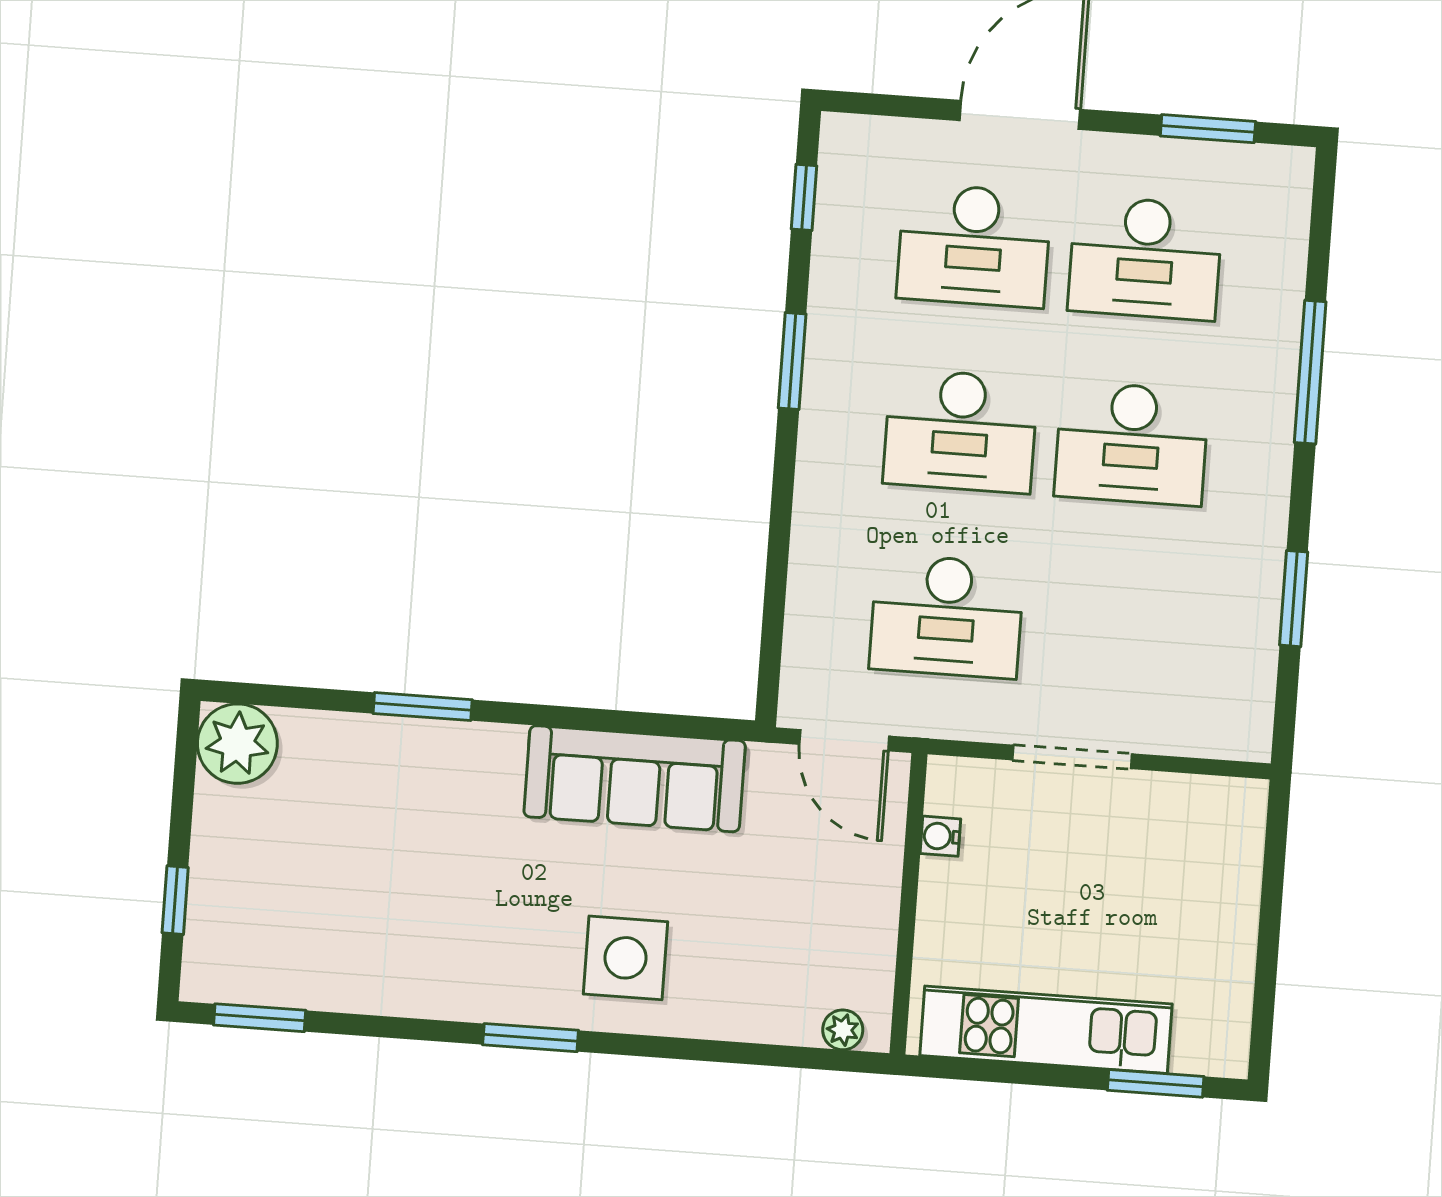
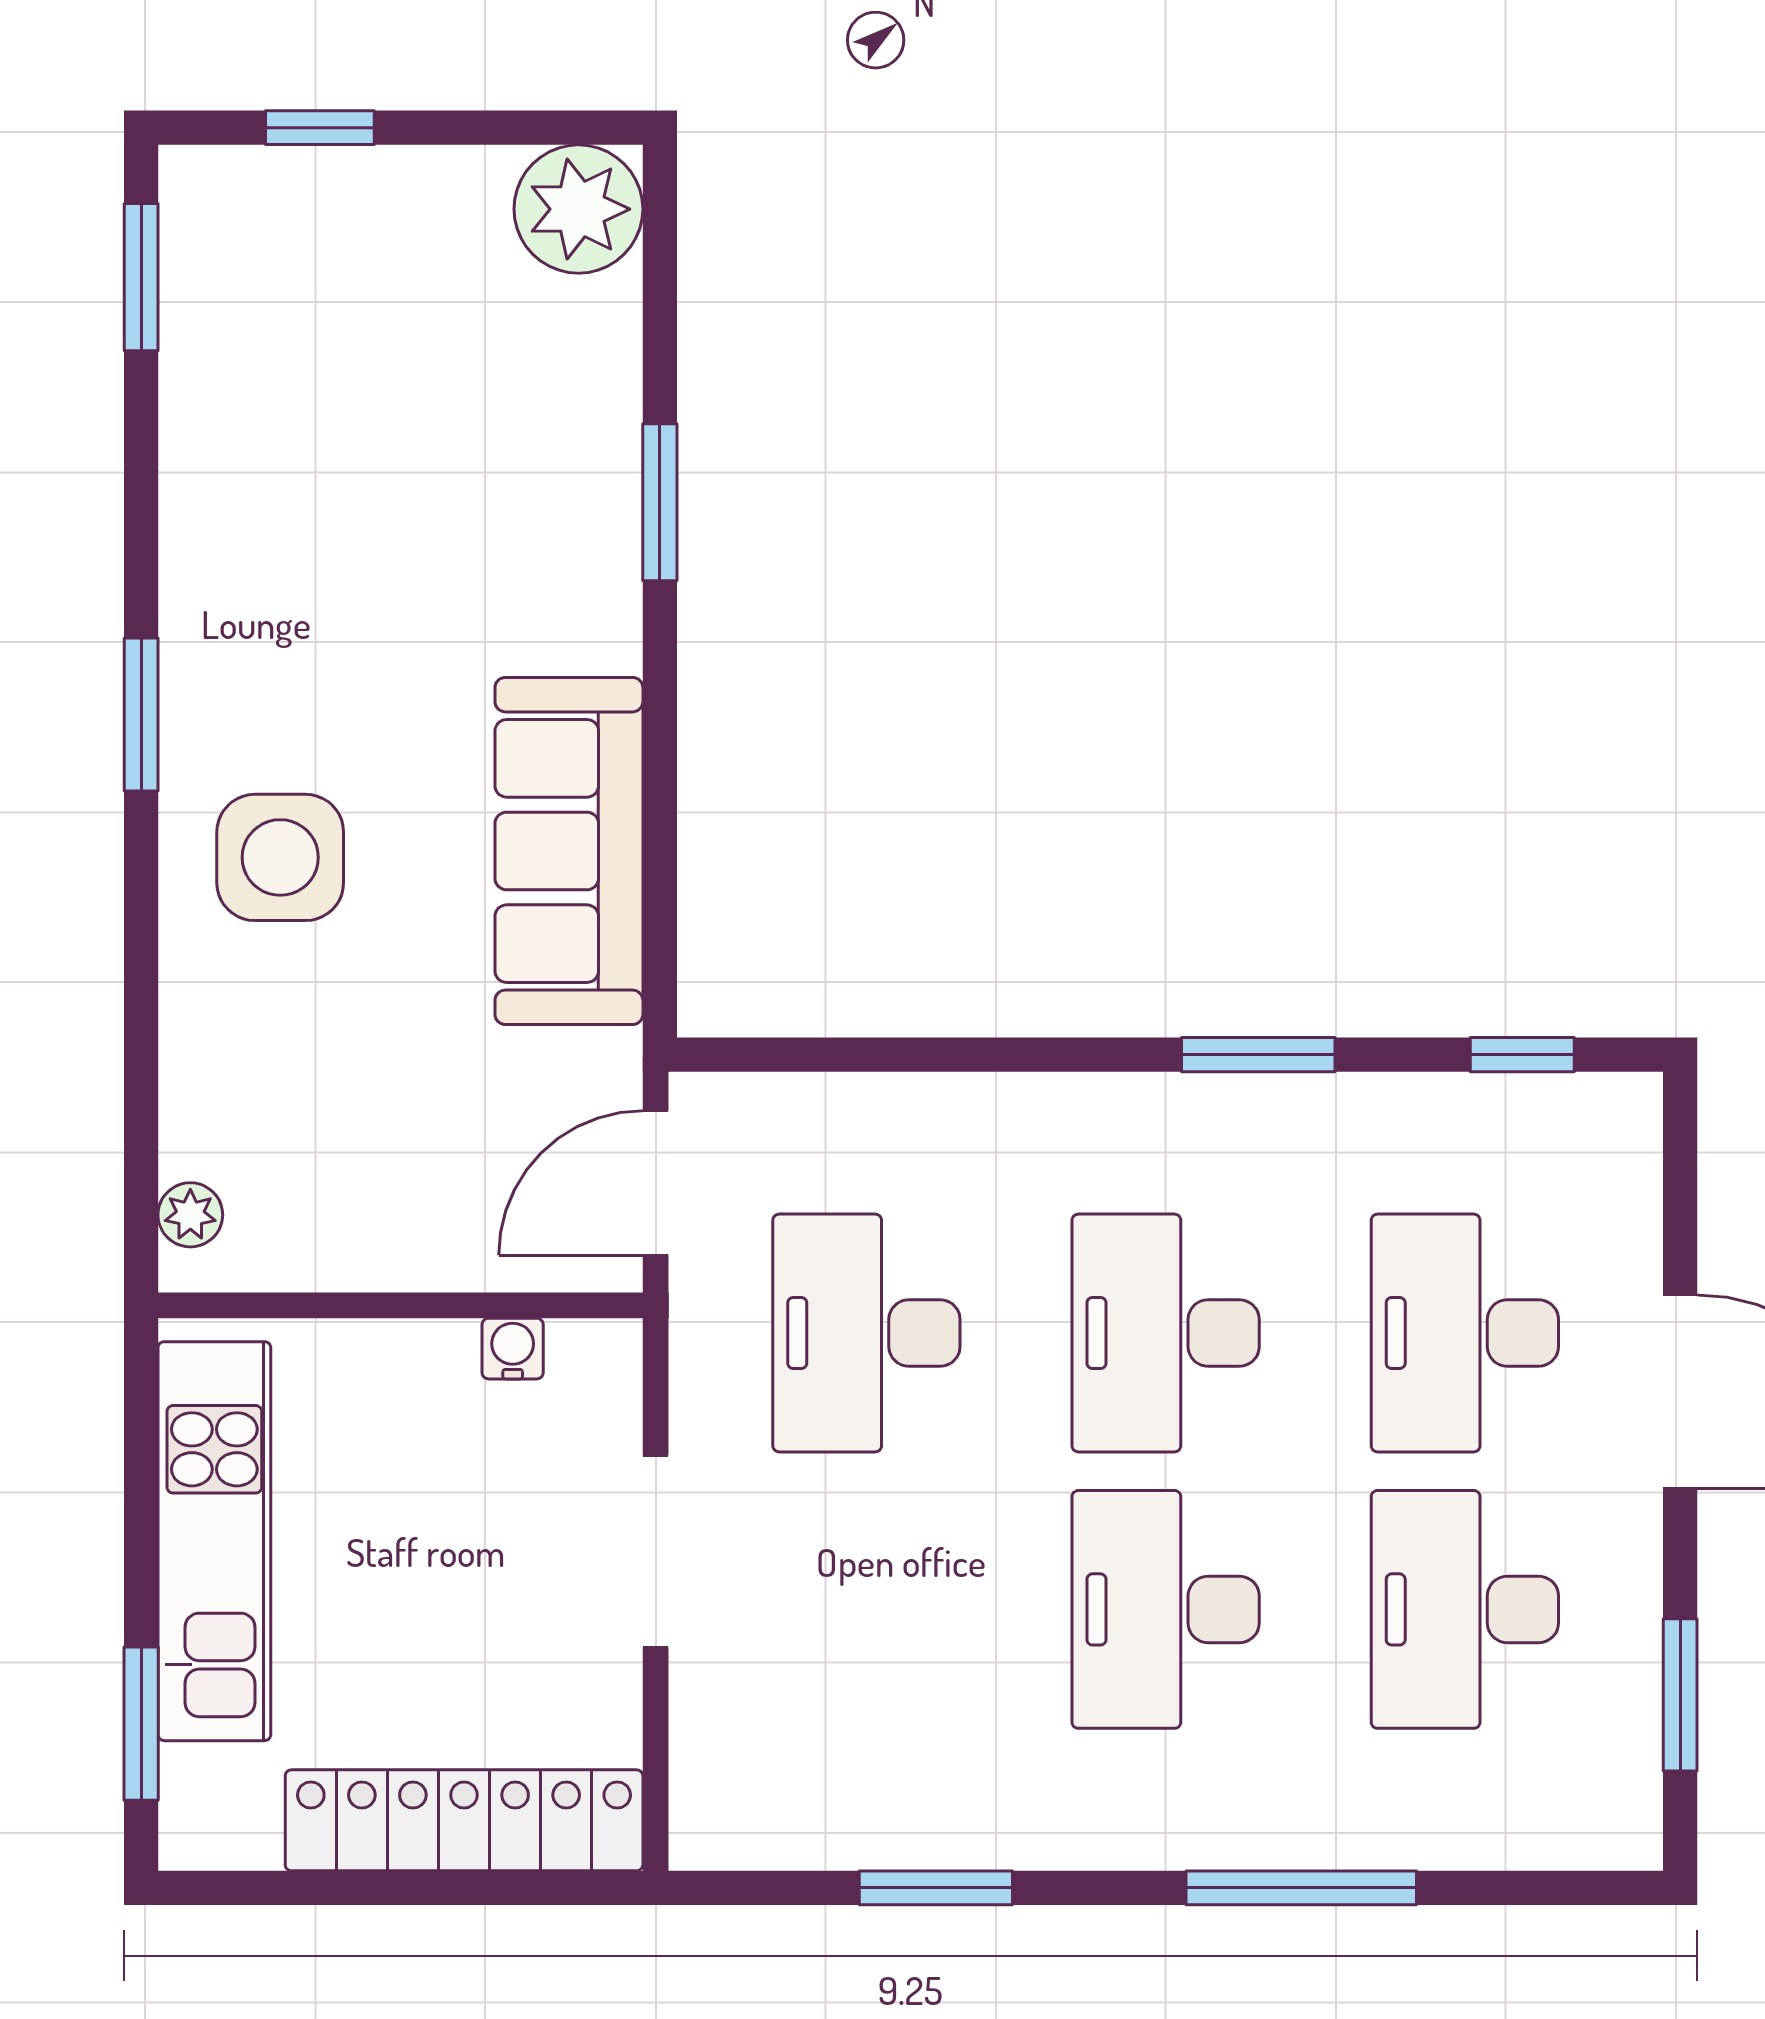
locker: (1230, 888) -> (464, 1820), added

